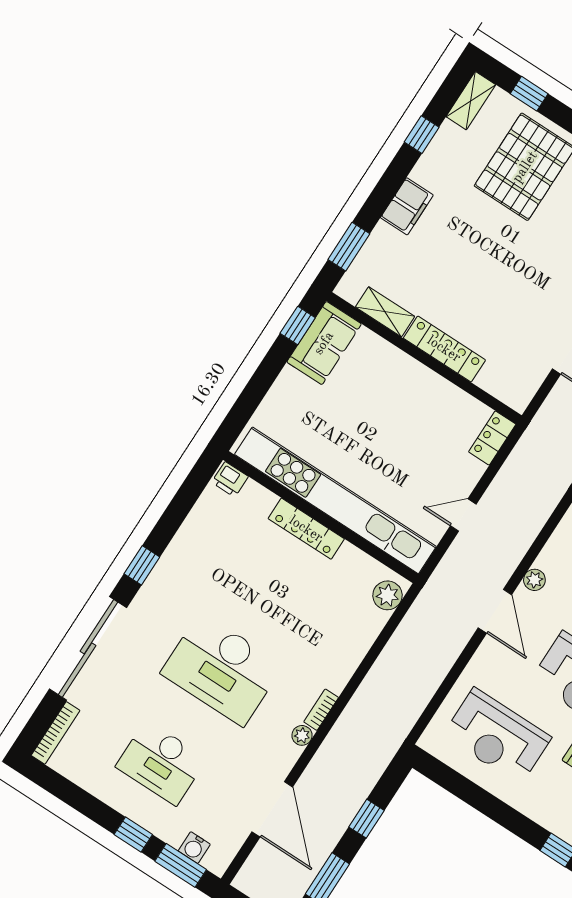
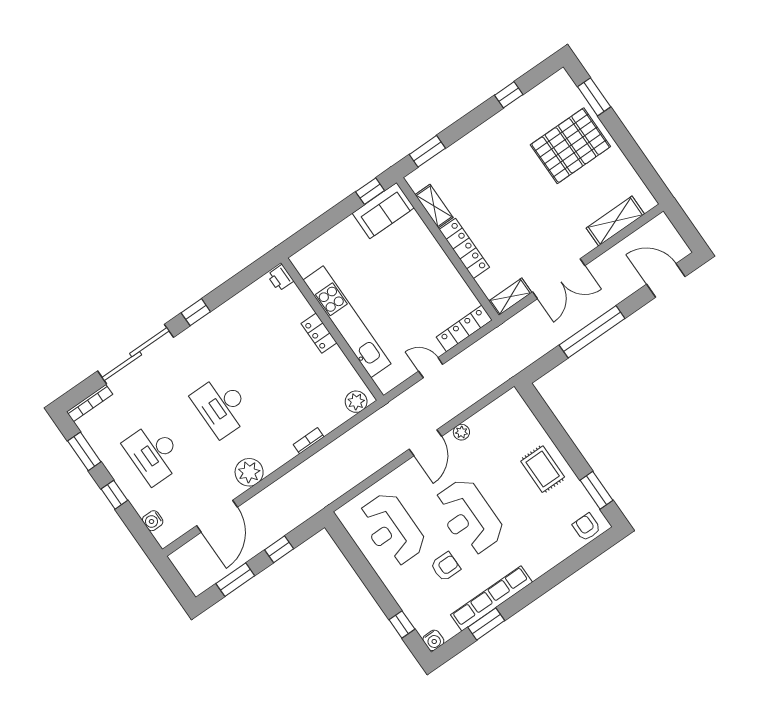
window: (529, 94) -> (594, 97), width x1.50
shelving: (471, 101) -> (510, 297), moved
filing cabinet: (407, 206) -> (478, 140), removed
locker: (492, 438) -> (464, 328), width x1.53
kitchen unit: (335, 500) -> (347, 322), width x0.73
locker: (306, 529) -> (319, 333), width x0.66
desk: (222, 669) -> (222, 406), width x0.73, depth x0.77
bookcase: (321, 710) -> (309, 441), moved
plant: (302, 735) -> (249, 472), width x1.87, depth x1.87
window: (181, 865) -> (84, 451), moved

